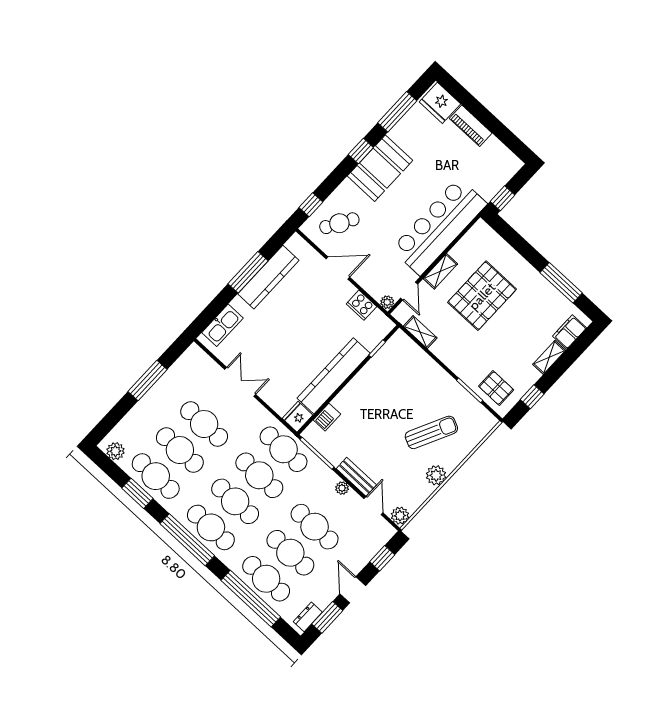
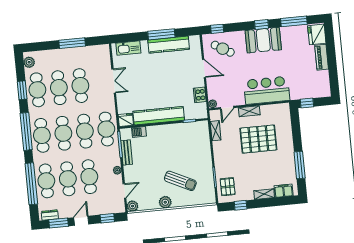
bar counter: (439, 226) -> (267, 90), width x0.73
bench: (356, 477) -> (127, 152), moved

